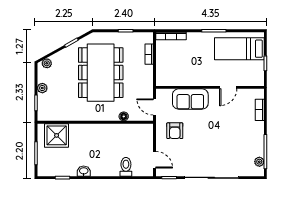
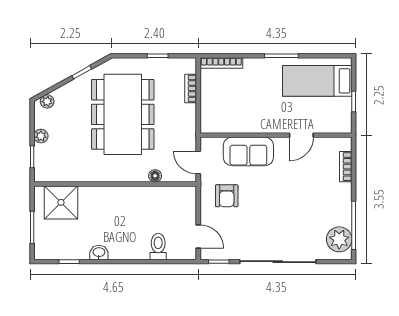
plant: (259, 162) -> (339, 239), width x1.87, depth x1.87

